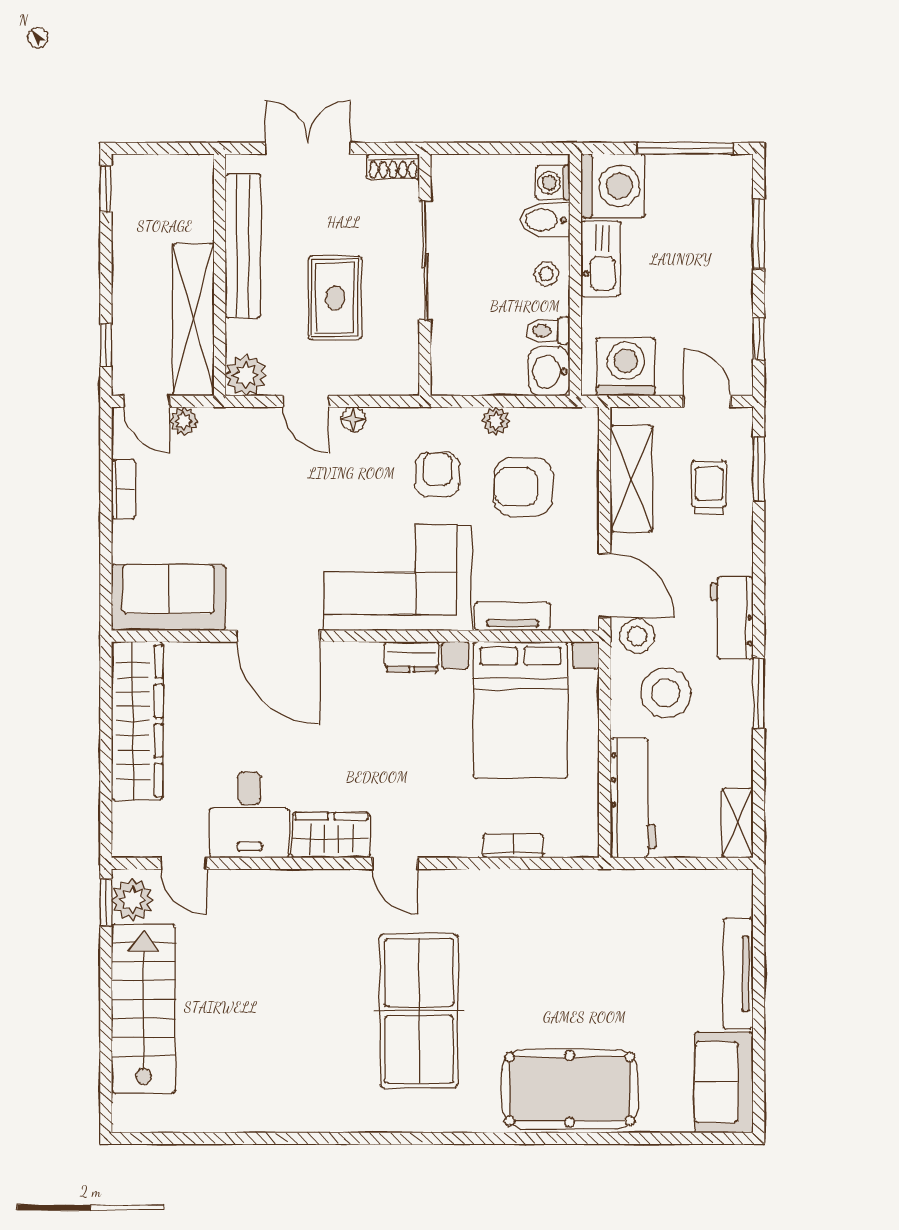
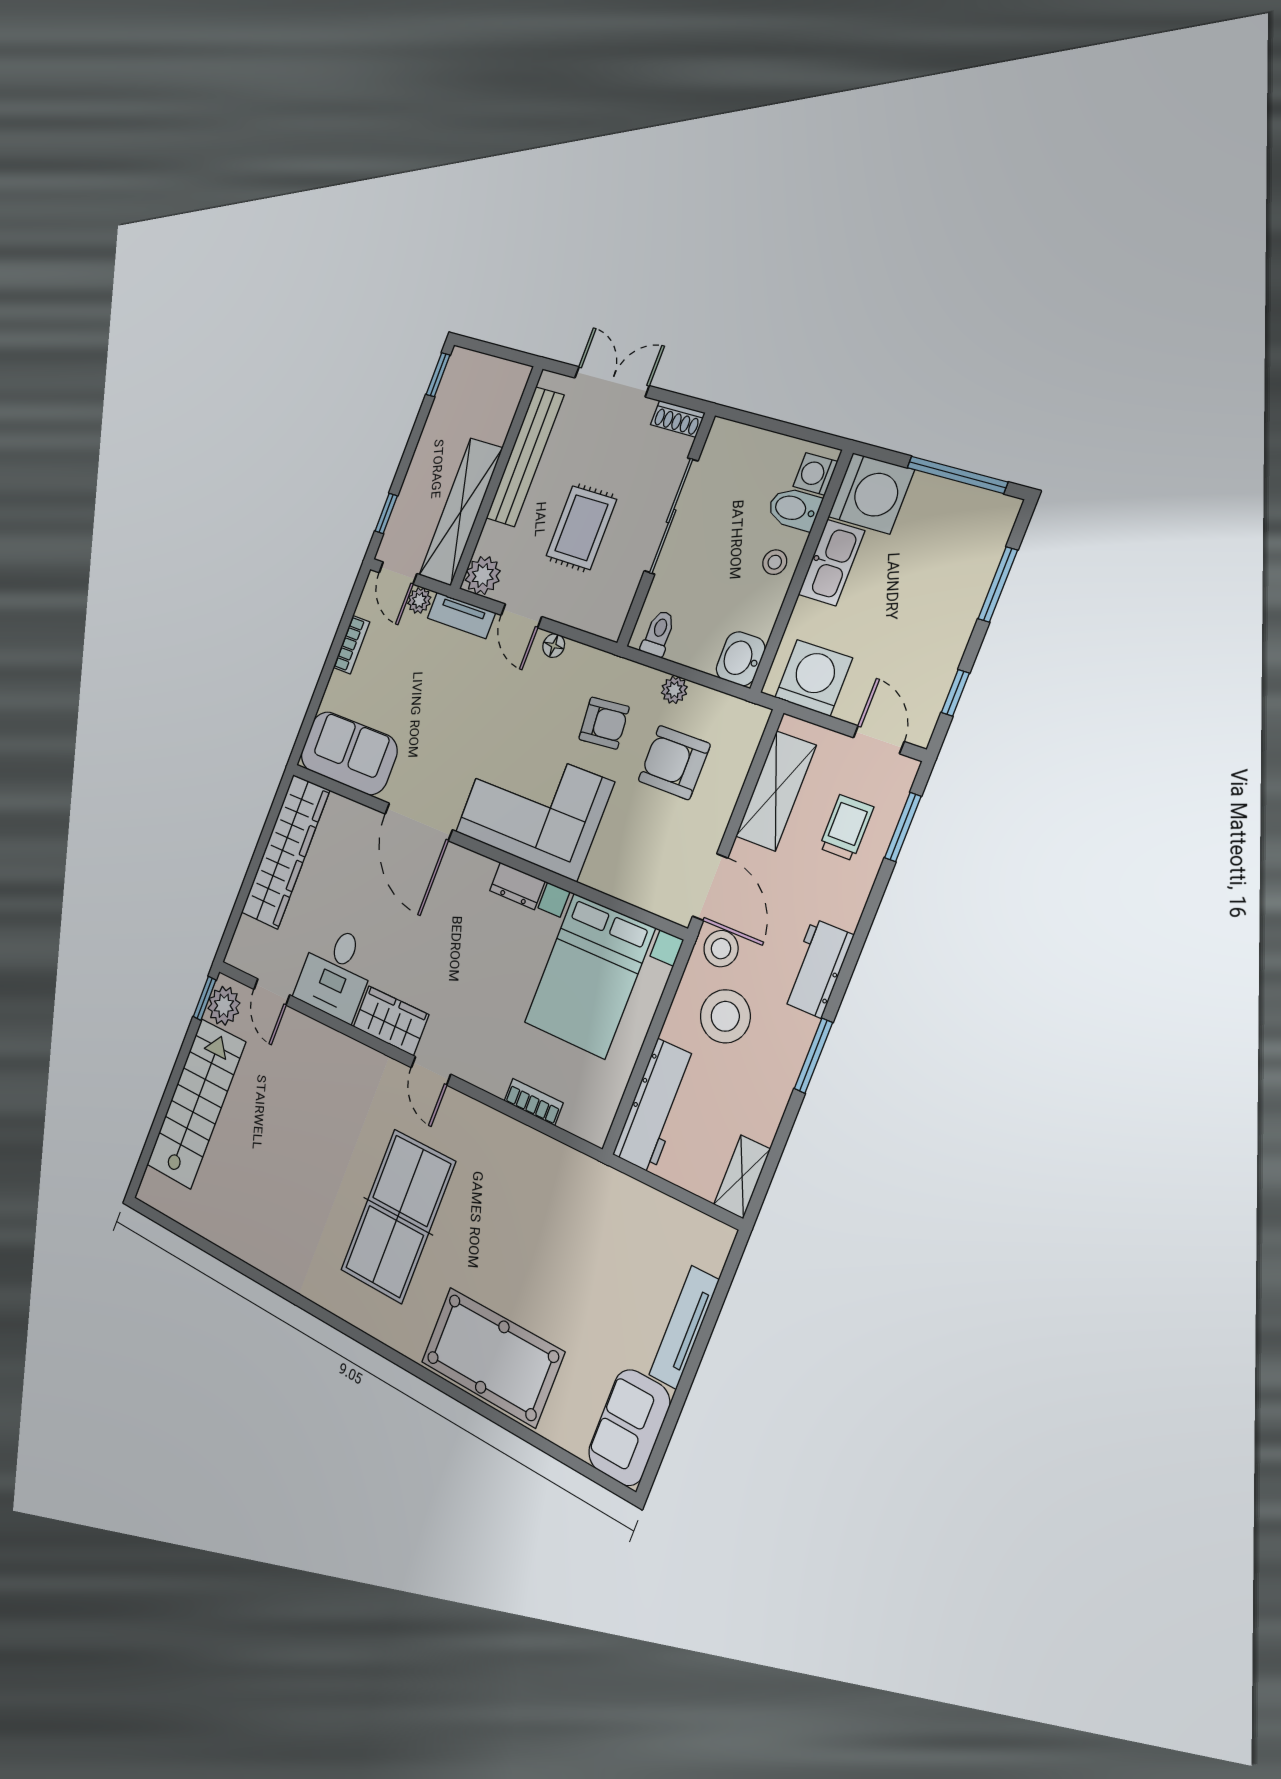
toilet: (548, 331) -> (658, 634), moved, turned 90
armchair: (437, 475) -> (604, 723), turned 85
tv unit: (512, 616) -> (461, 615), moved, turned 180

